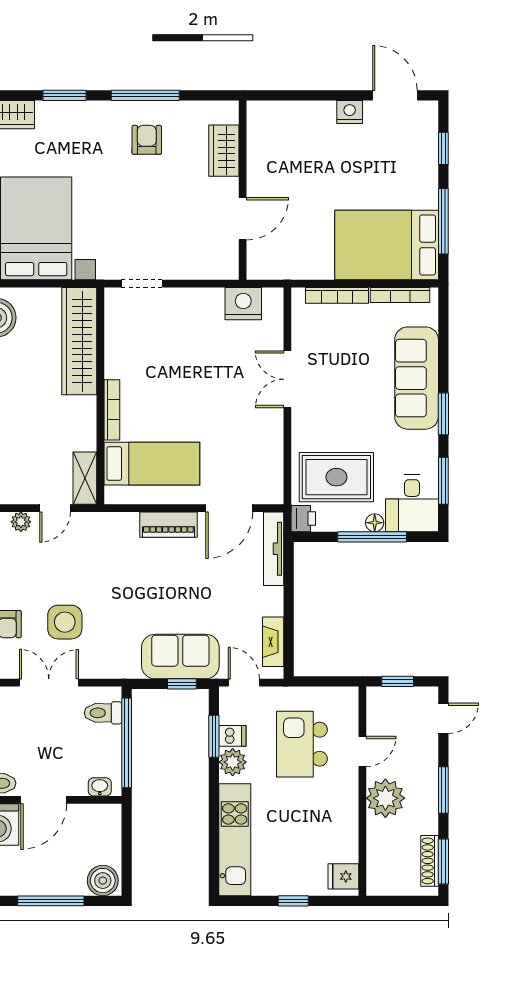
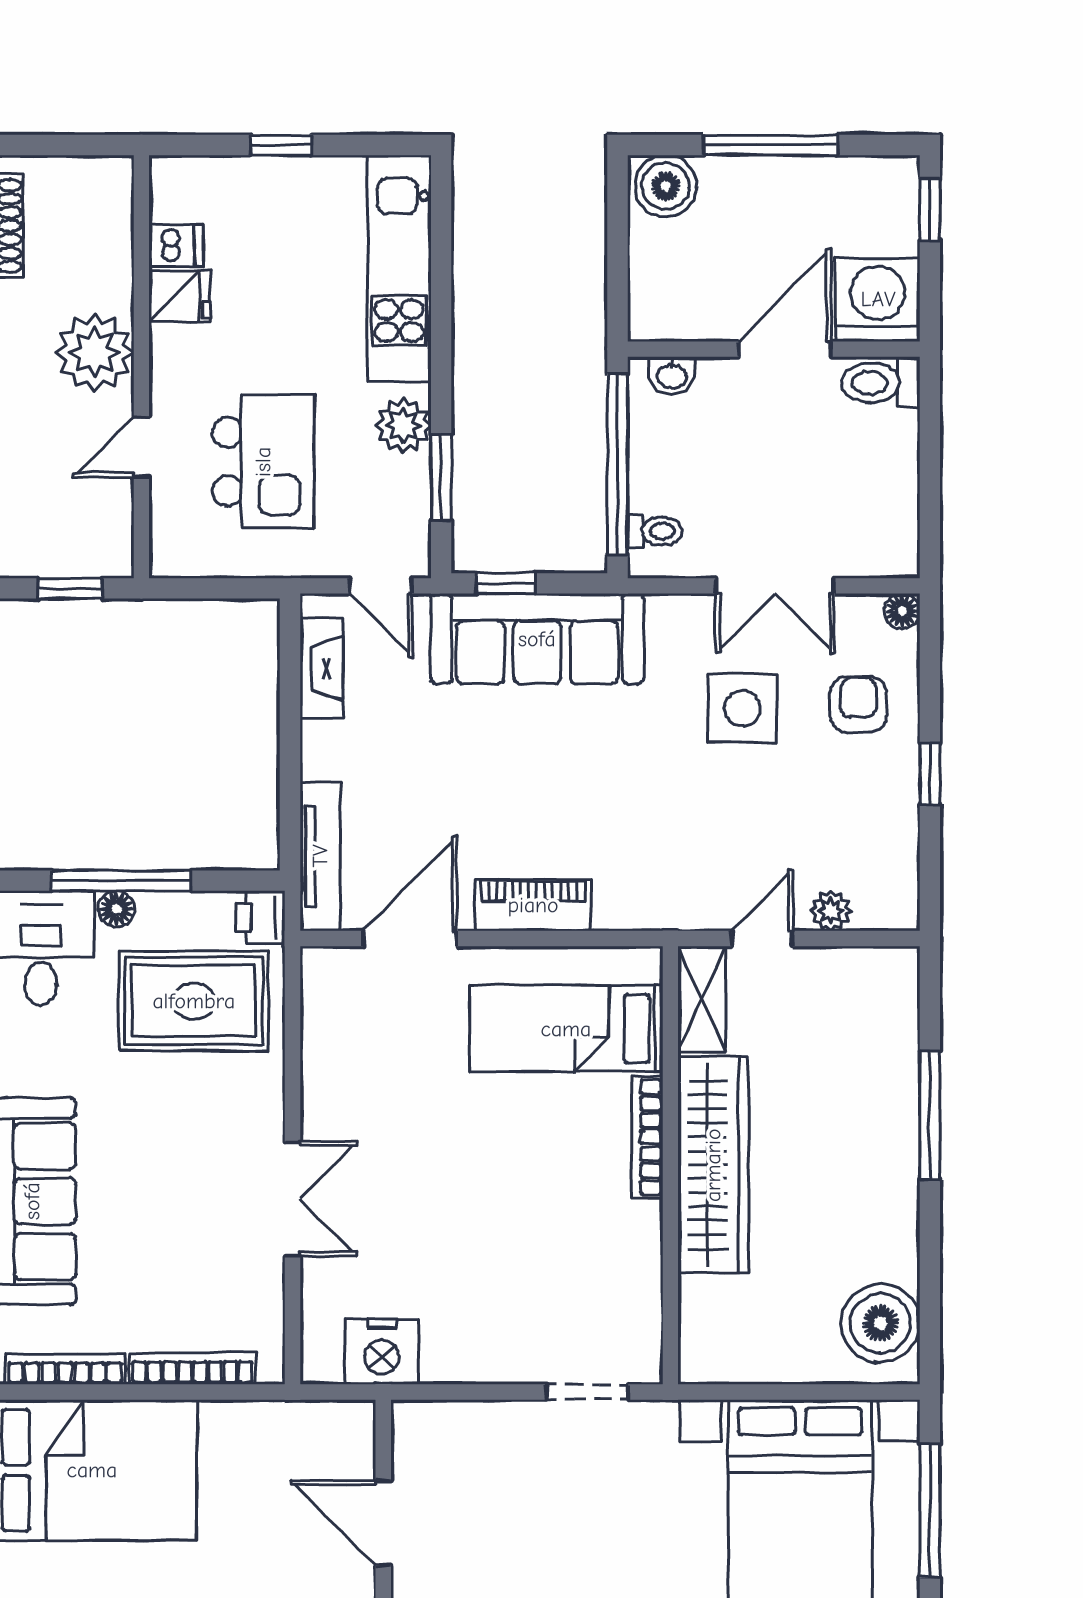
door: (243, 219) -> (383, 1523), hinge flipped
wardrobe: (79, 341) -> (713, 1165), moved
sofa: (180, 657) -> (537, 639), width x1.36
toilet: (103, 713) -> (655, 531), width x0.73, depth x0.72
dishwasher: (232, 736) -> (176, 245), moved, turned 180
fridge: (343, 876) -> (180, 296), moved

